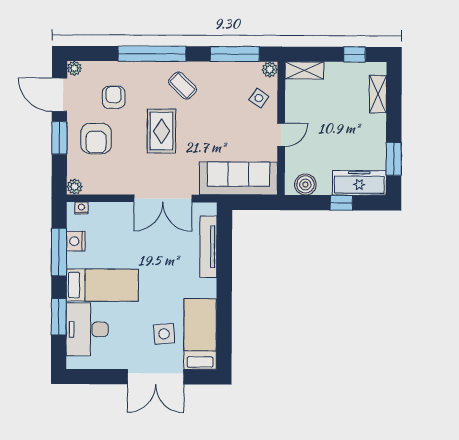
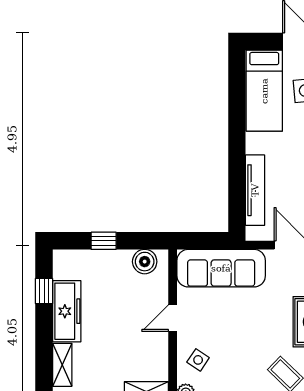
window: (394, 159) -> (44, 291), width x0.67
freezer: (359, 183) -> (67, 311), moved, turned -90

